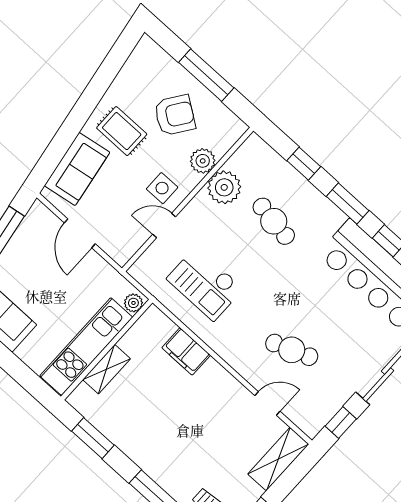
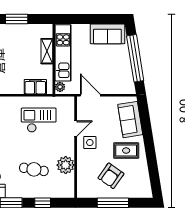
plant: (203, 161) -> (84, 168), removed
door: (80, 233) -> (90, 95), moved
filing cabinet: (186, 351) -> (35, 87), moved
window: (93, 438) -> (17, 19), moved

